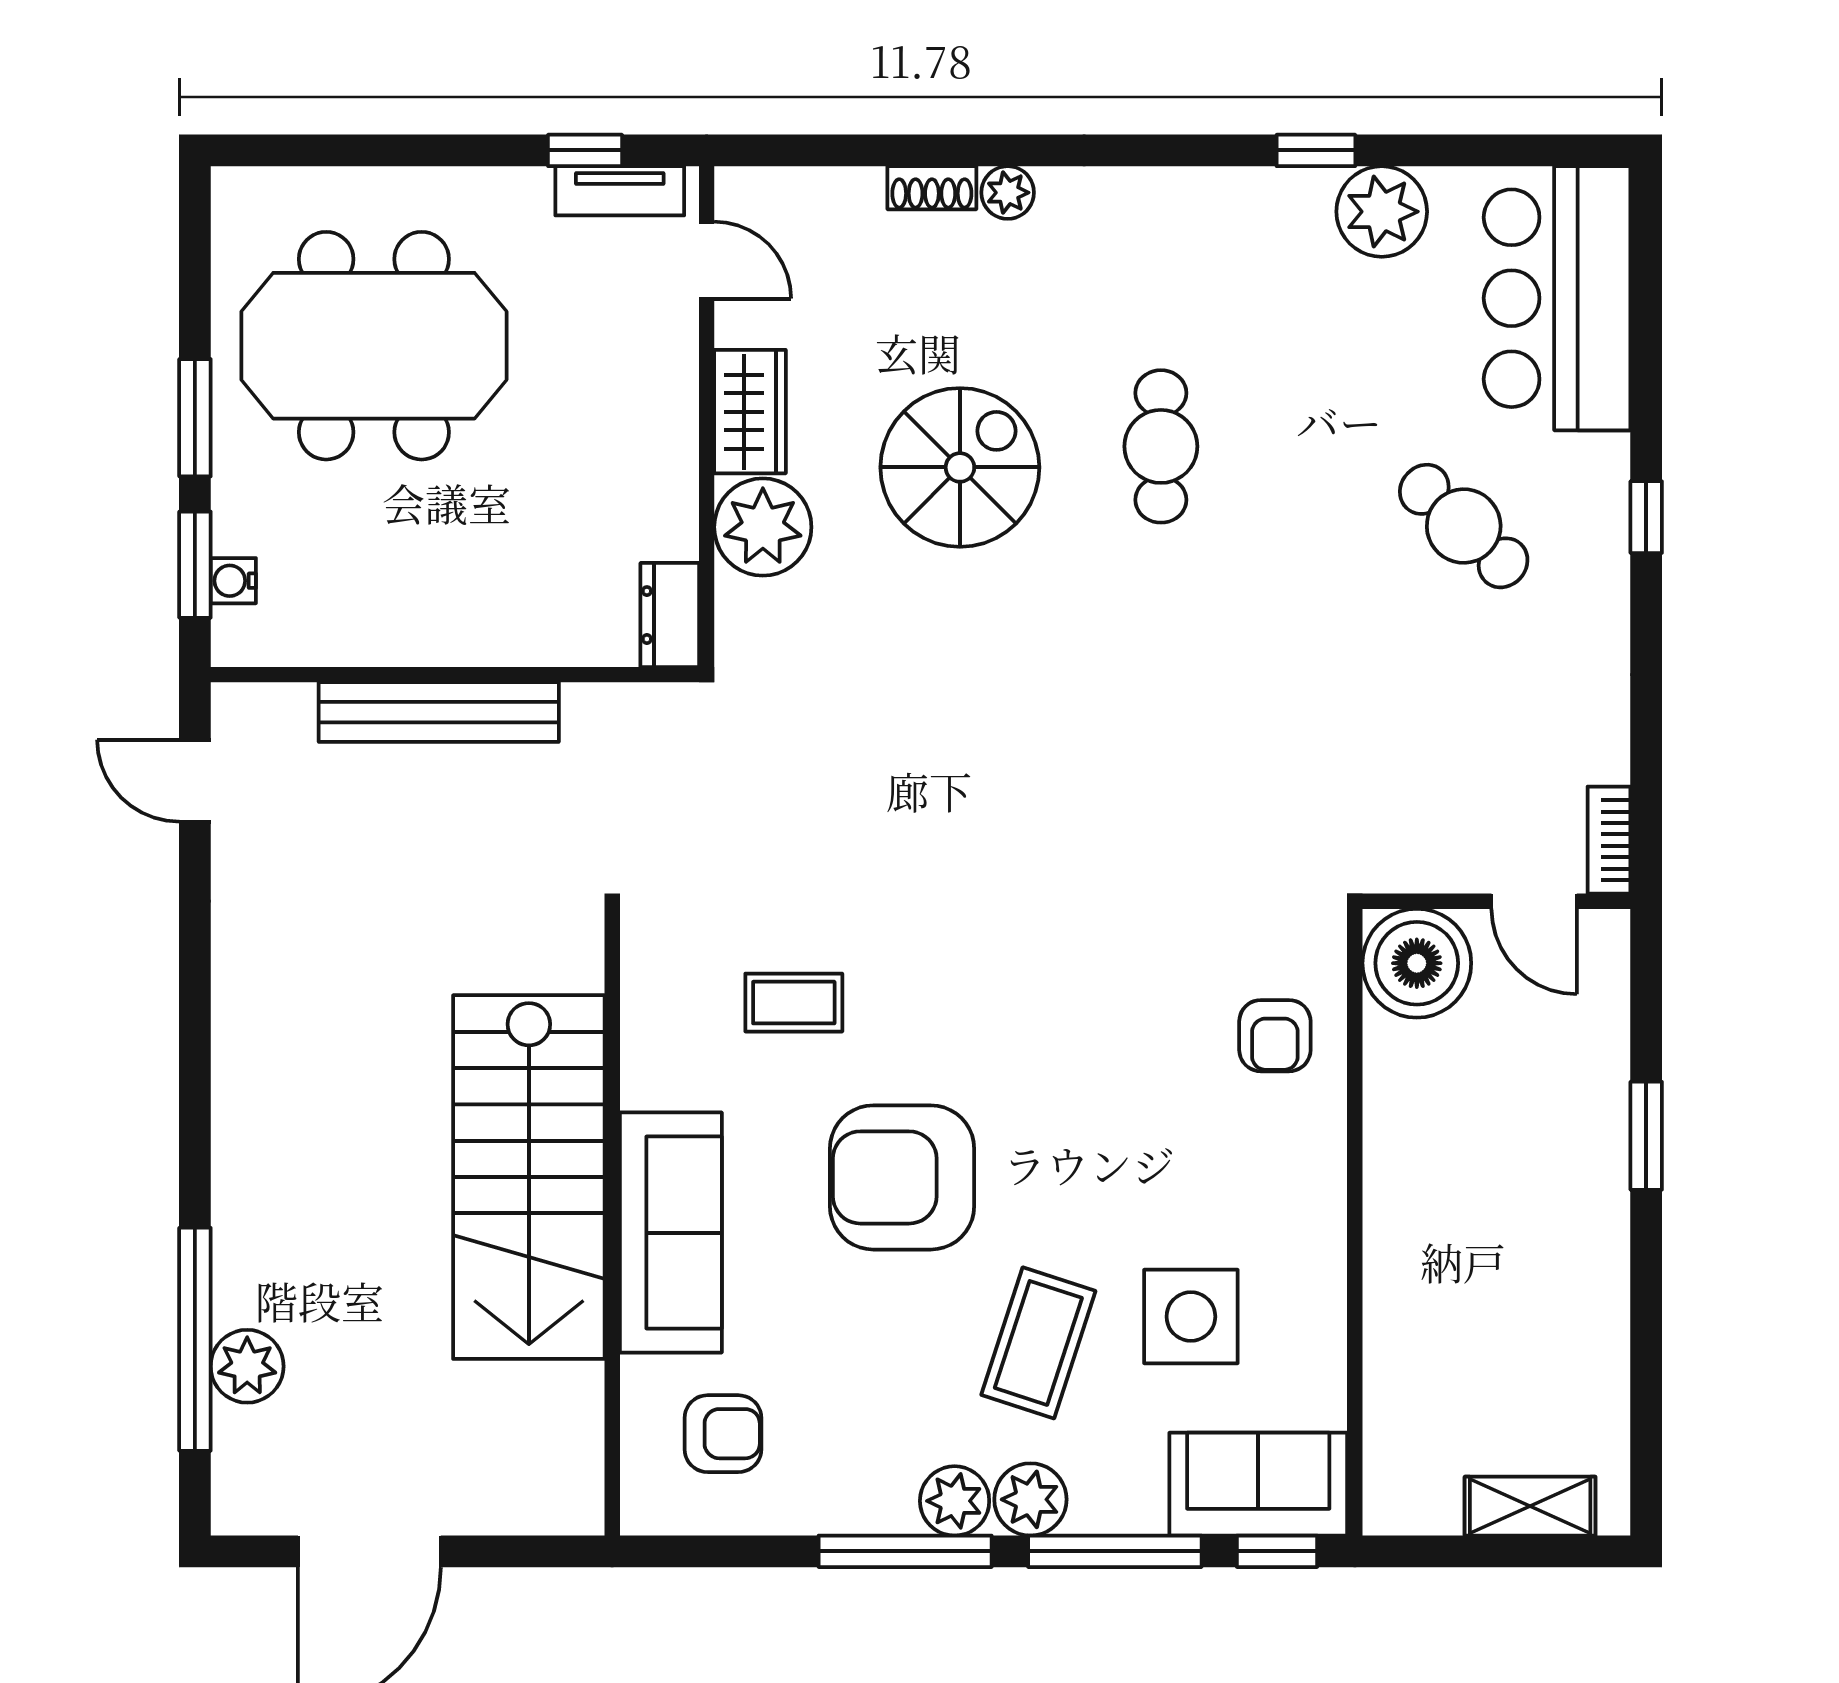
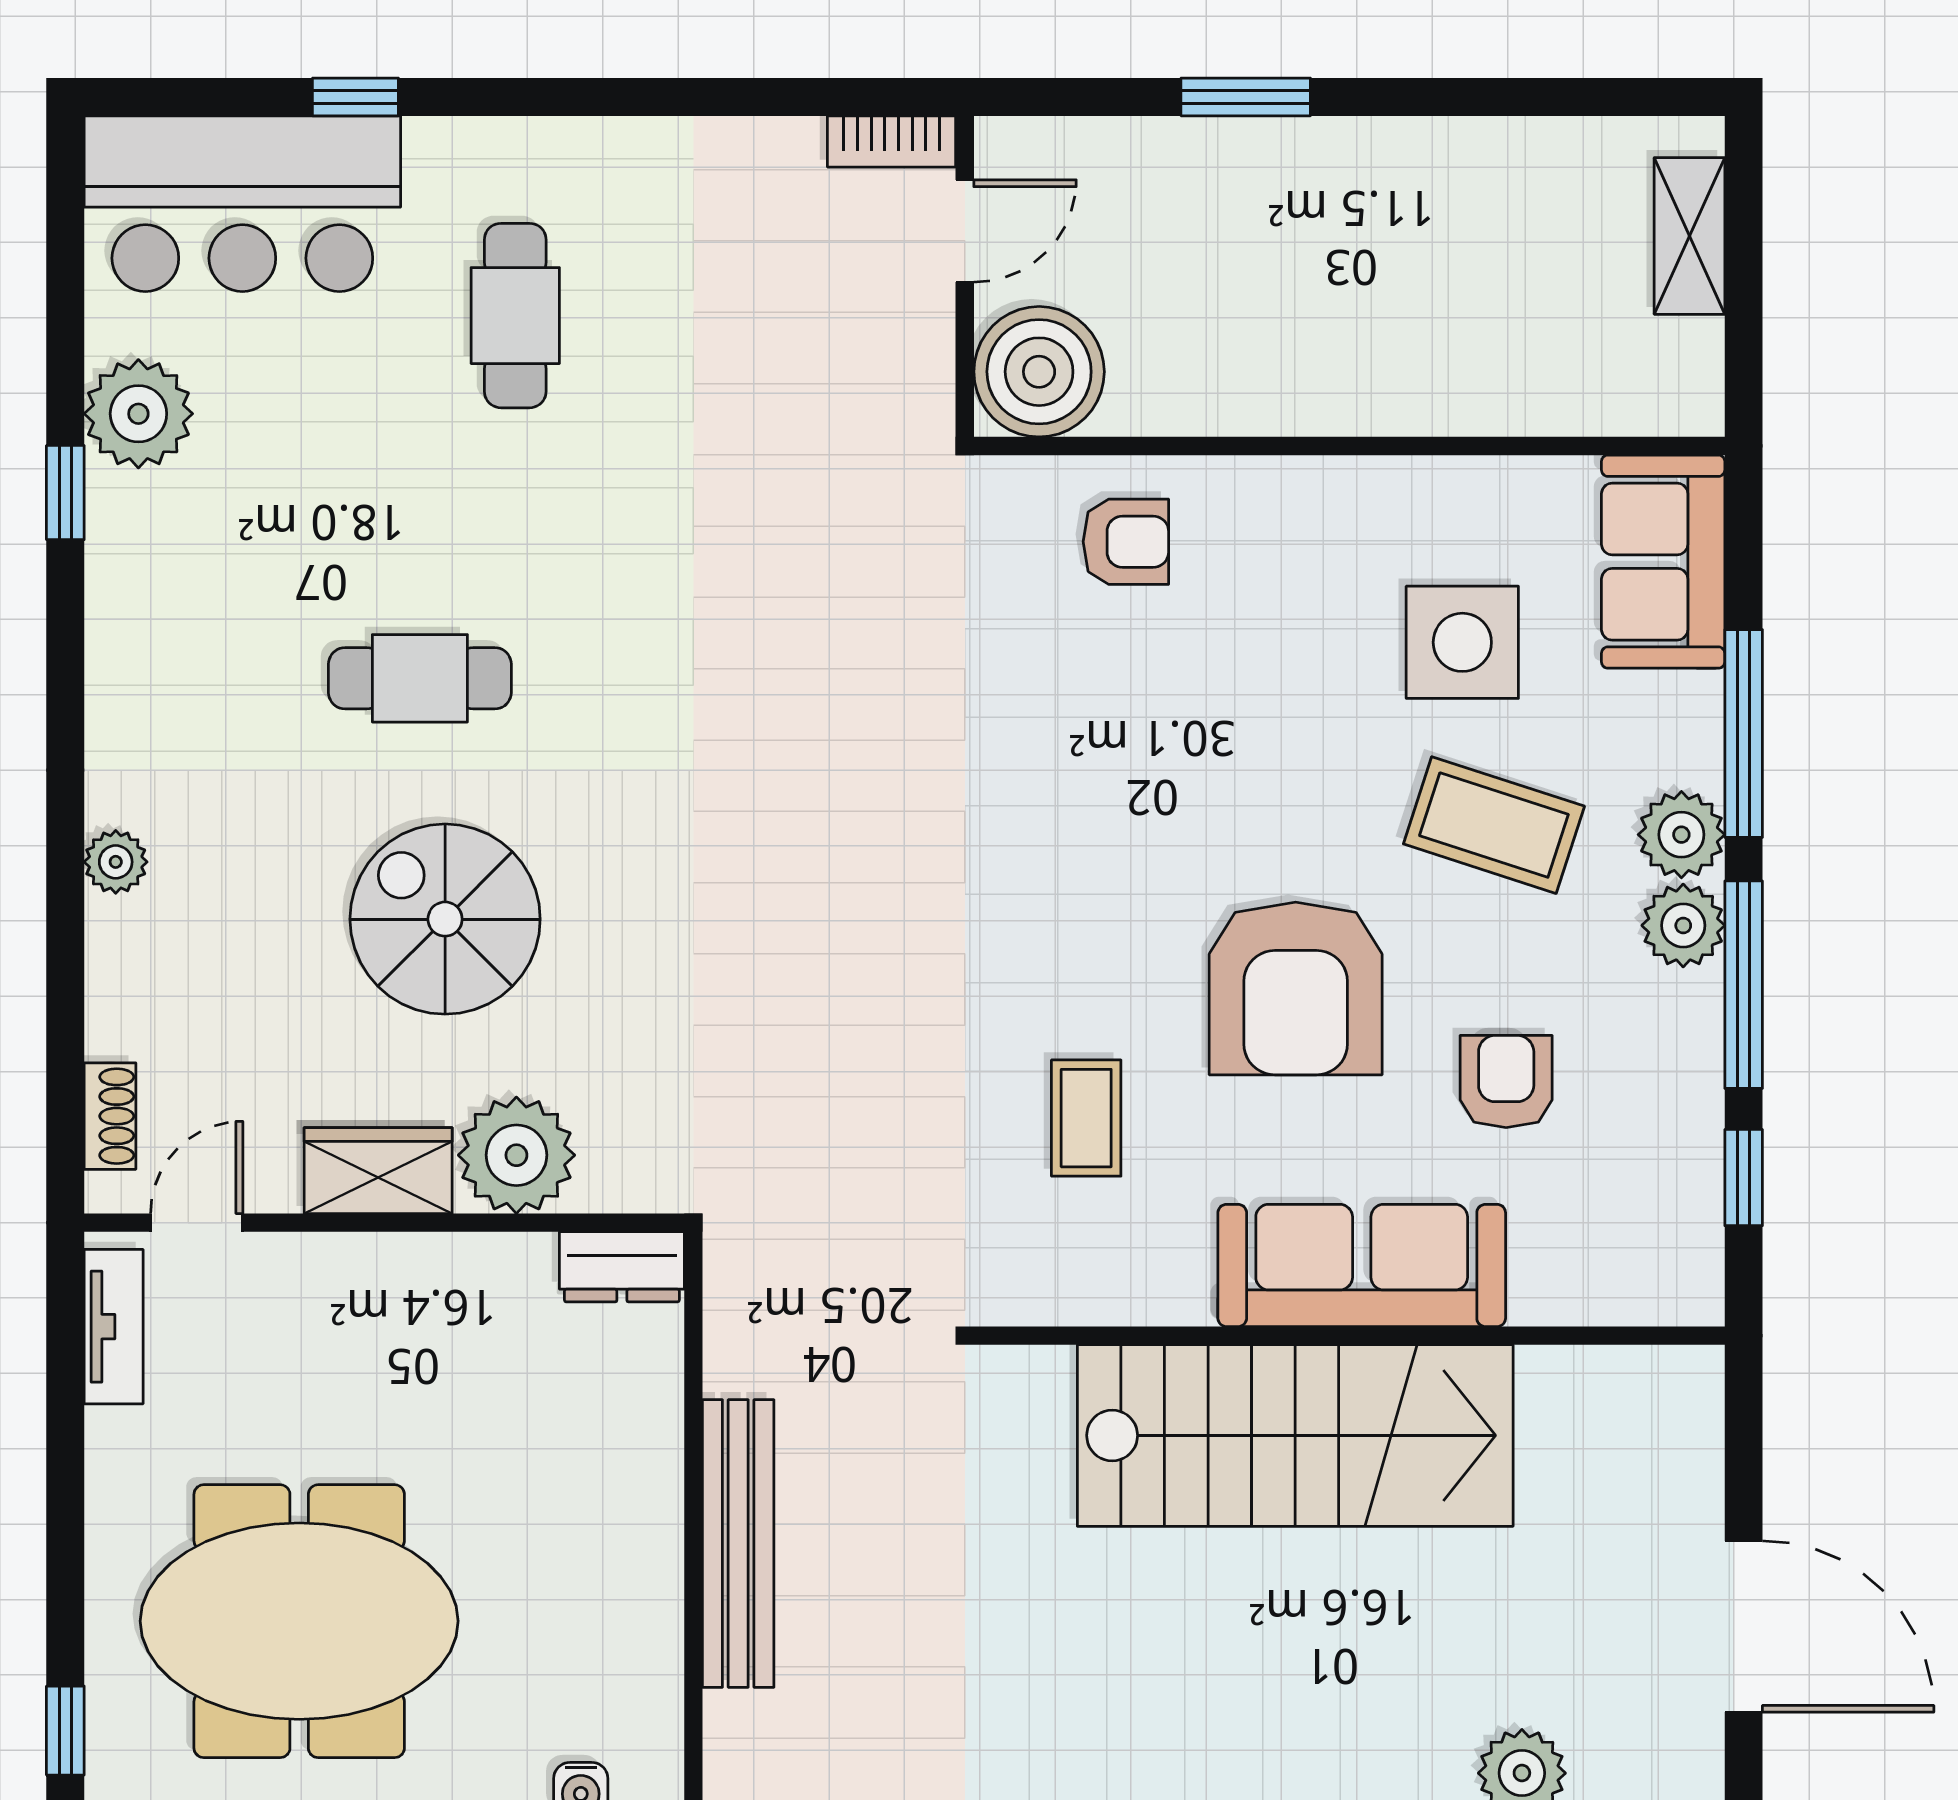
window: (585, 150) -> (65, 1731), moved
shoe rack: (932, 188) -> (110, 1116), moved
meeting table: (374, 346) -> (299, 1621), turned 90
window: (1646, 517) -> (355, 97), moved
cafe table: (1464, 526) -> (515, 316), turned -43
armchair: (723, 1434) -> (1506, 1081), moved
window: (1277, 1551) -> (1744, 1178), moved

